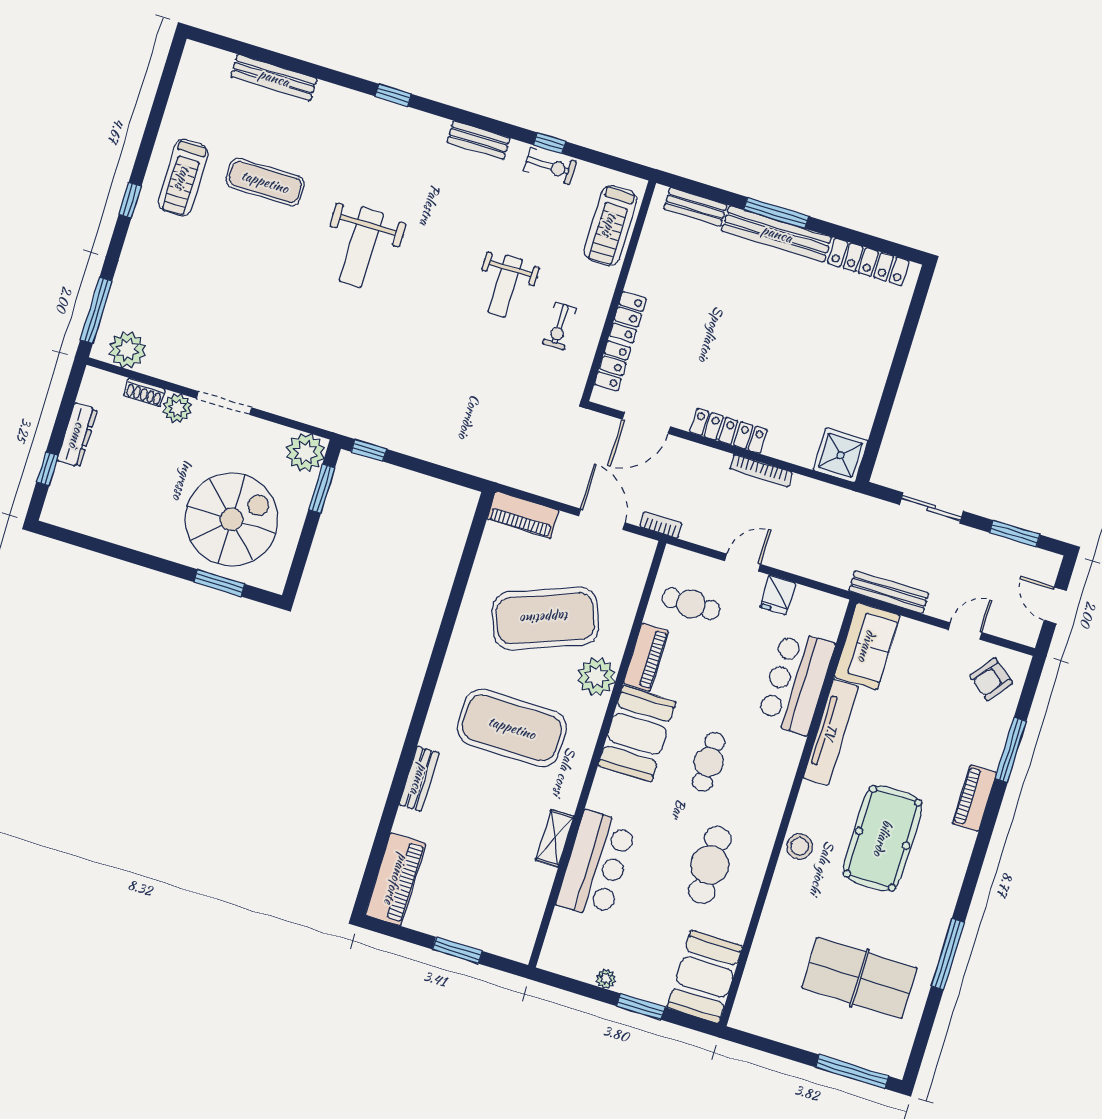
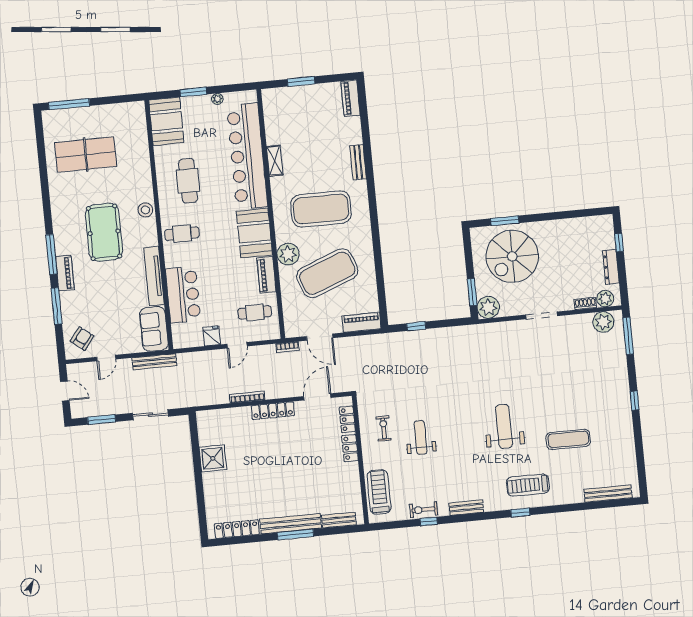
bench: (274, 78) -> (608, 494), moved
treadmill: (183, 178) -> (528, 485), moved, turned -90
plant: (177, 408) -> (605, 299), moved
window: (369, 450) -> (416, 326), moved
shower: (840, 455) -> (213, 458), moved
cafe table: (709, 762) -> (182, 234), moved, turned 90
bar counter: (596, 865) -> (247, 156), width x1.86
piano: (396, 879) -> (350, 98), width x0.73, depth x0.75
window: (948, 954) -> (51, 254), moved

